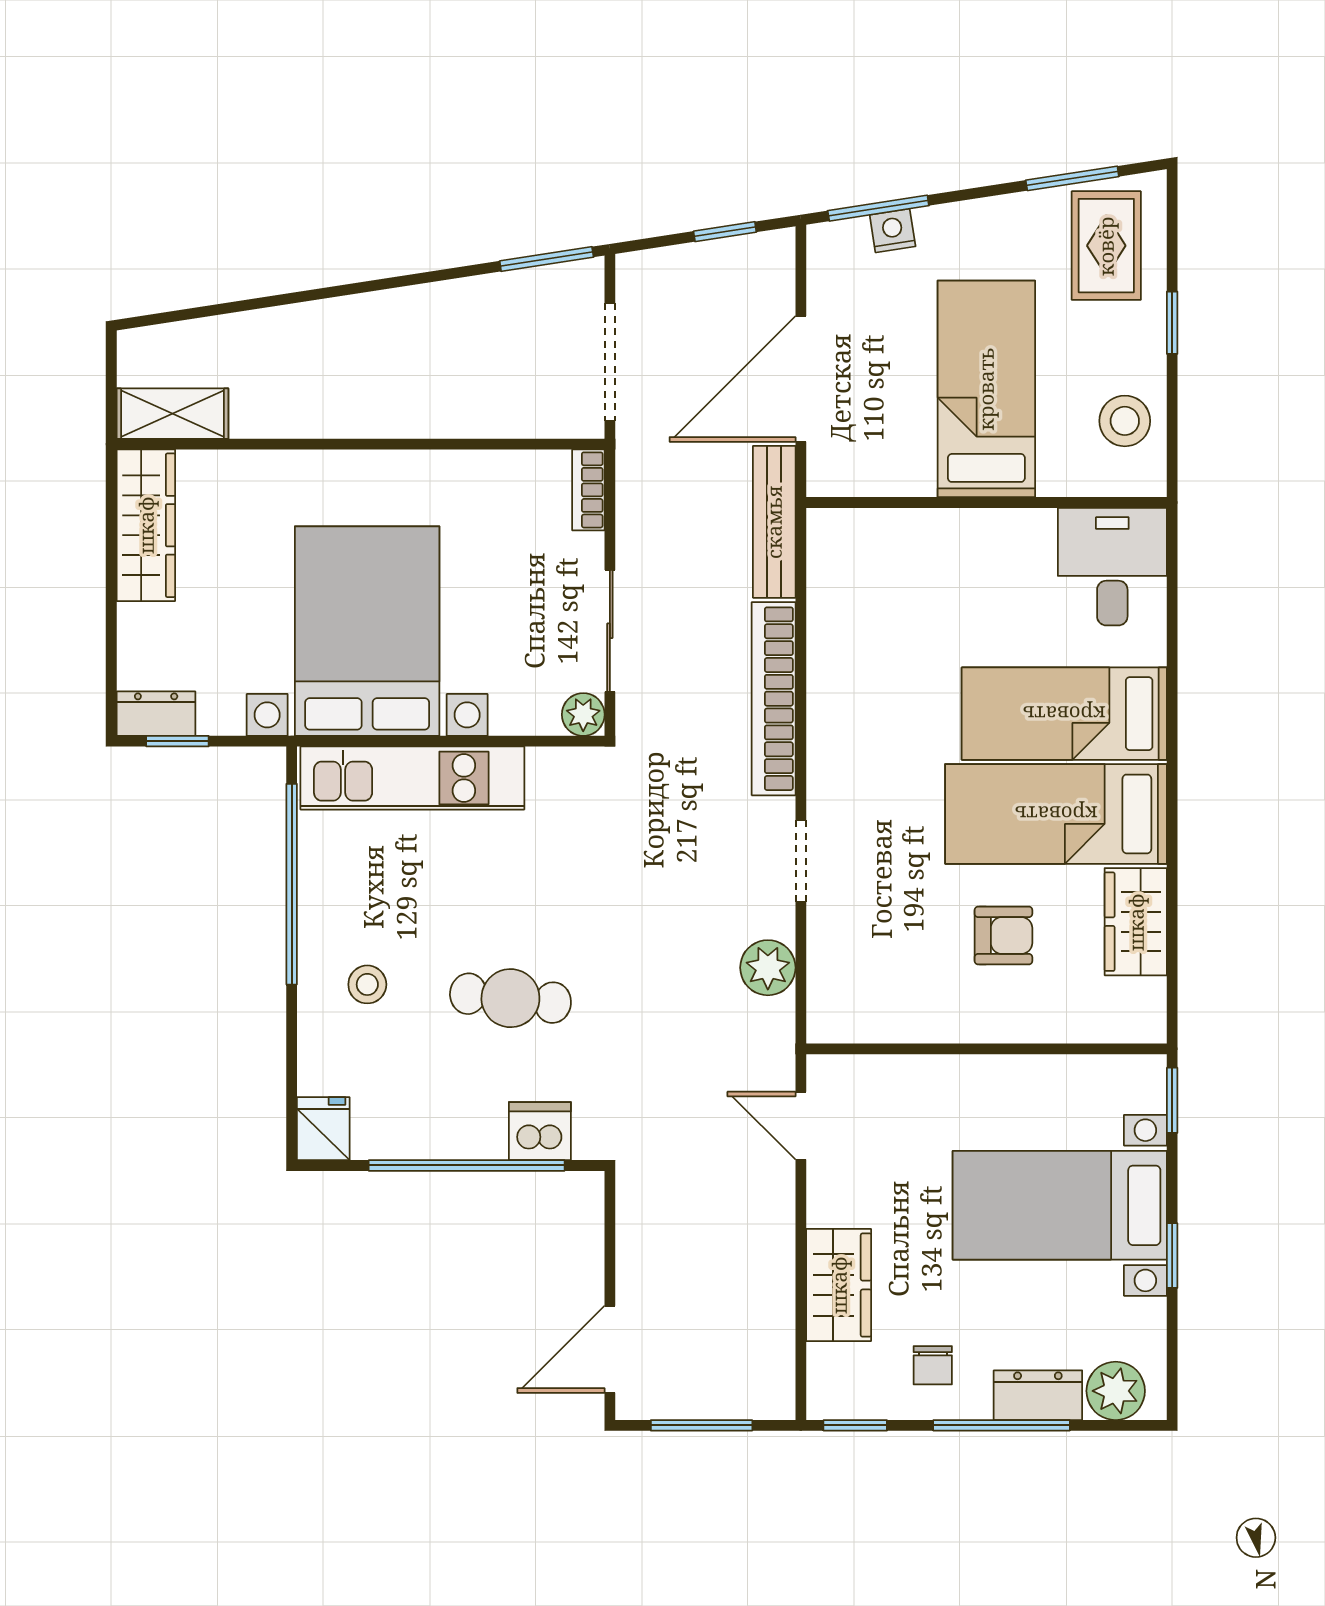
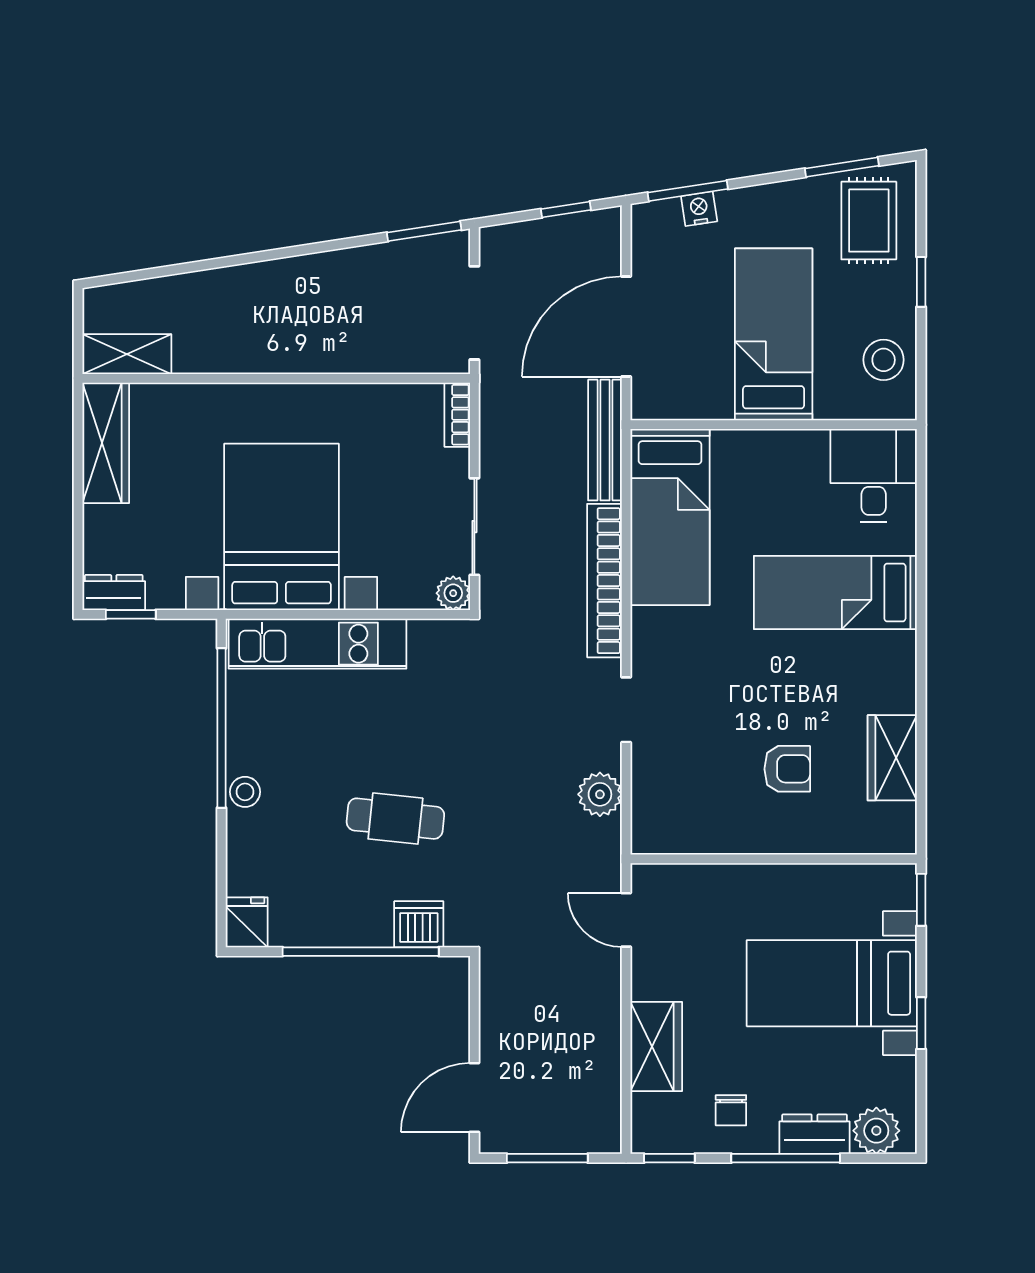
bed: (1056, 814) -> (670, 517), moved, turned -90
stool: (367, 984) -> (245, 792), moved

